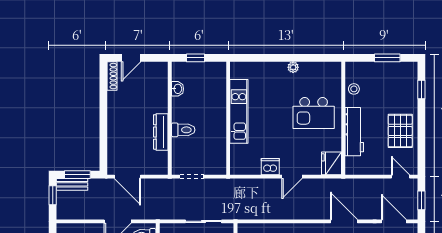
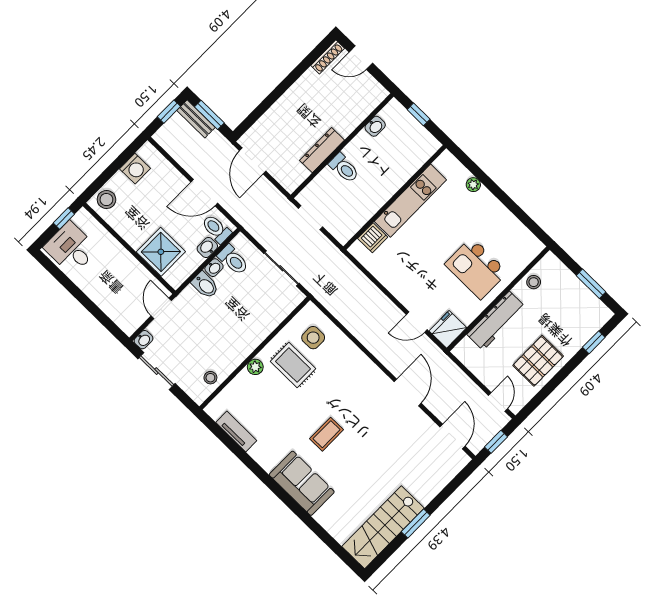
plant: (293, 67) -> (473, 185), moved
dishwasher: (270, 167) -> (373, 238), moved, turned 90
door: (292, 177) -> (417, 322), moved

